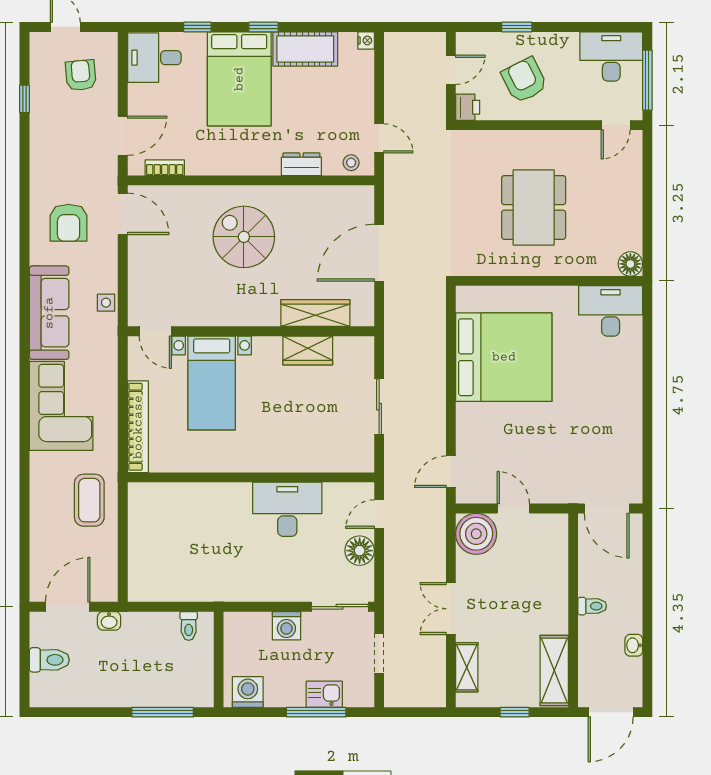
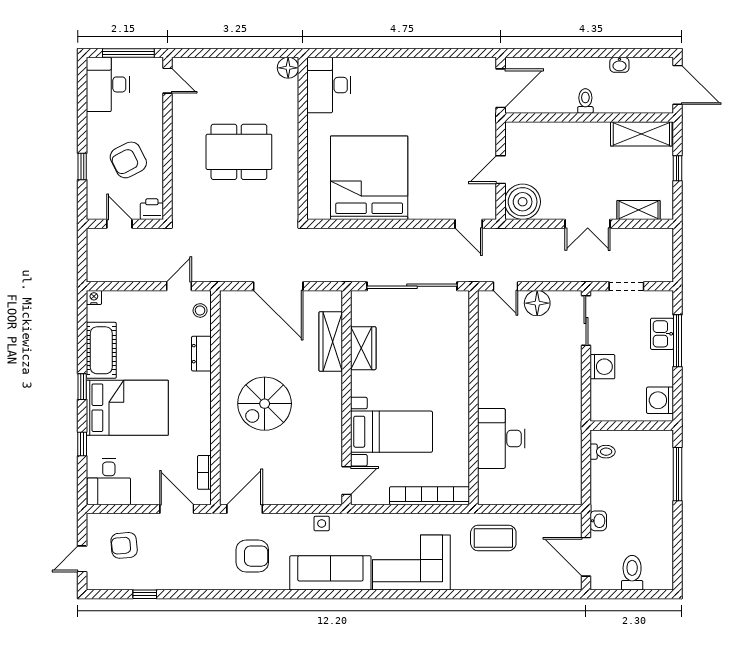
sliding door: (379, 407) -> (412, 286), width x1.86
desk: (287, 509) -> (501, 438), moved

